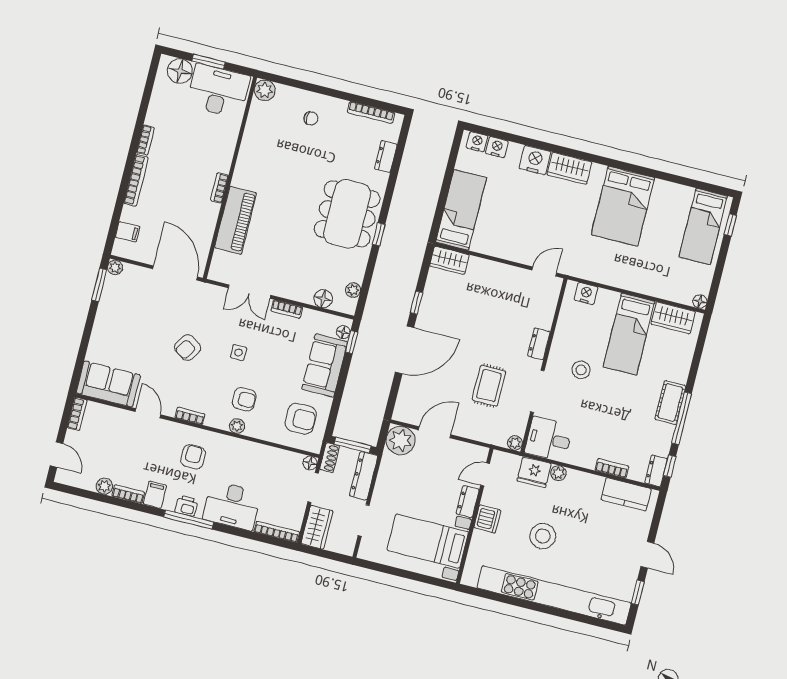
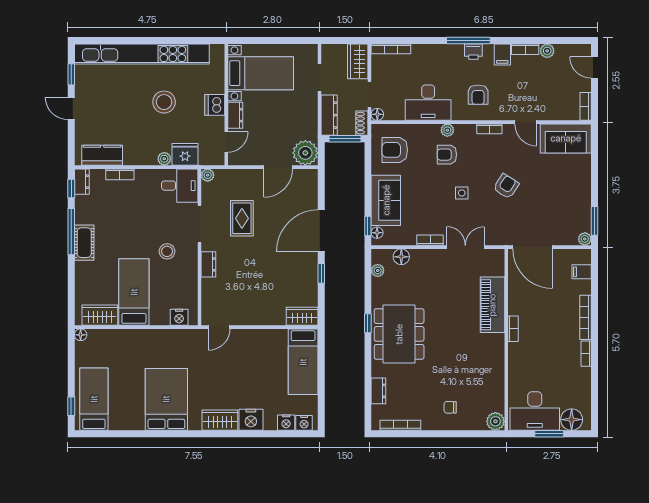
desk: (232, 506) -> (428, 103), moved, turned 180

